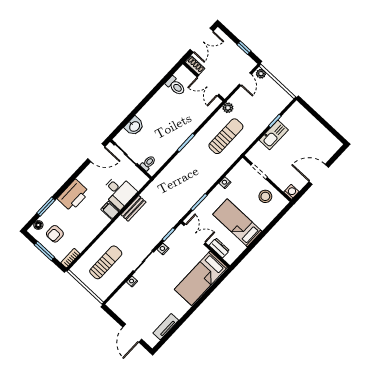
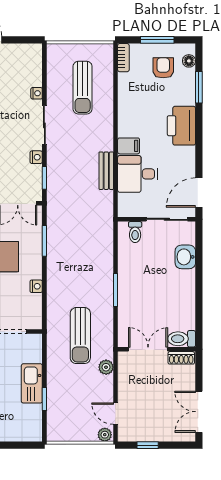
shoe rack: (195, 65) -> (181, 358), moved
wall: (204, 82) -> (157, 349), moved
double door: (208, 86) -> (148, 349), moved

